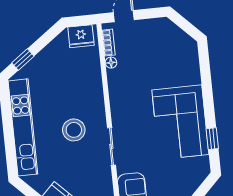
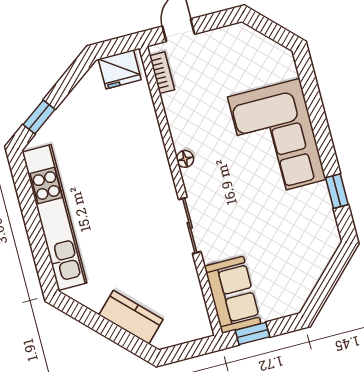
floor lamp: (111, 63) -> (185, 159), moved
corner sofa: (180, 122) -> (277, 138), moved
stool: (74, 130) -> (130, 210), removed

